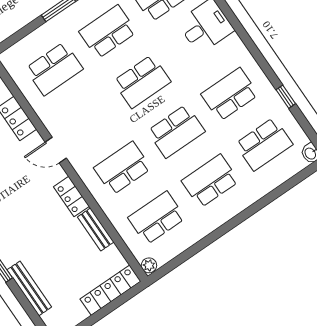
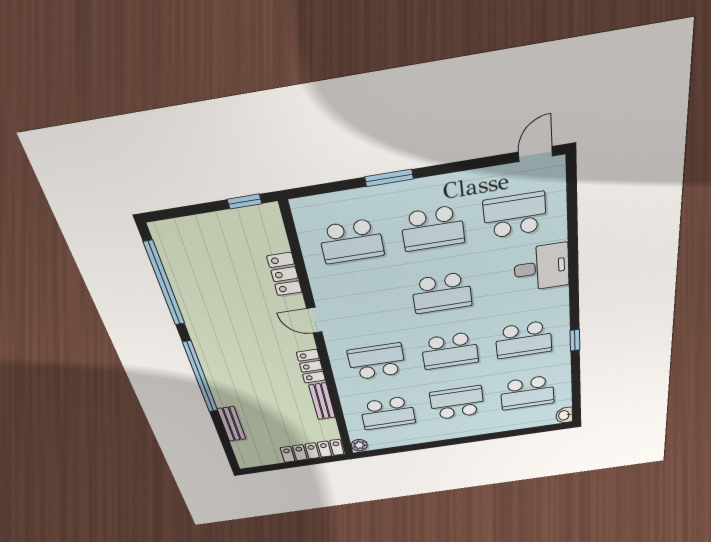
school desk: (108, 32) -> (433, 228), turned 180
school desk: (230, 94) -> (524, 340), turned 180
window: (286, 97) -> (575, 340), moved
school desk: (157, 218) -> (388, 413), turned 180
bench: (29, 288) -> (232, 424), width x0.73

